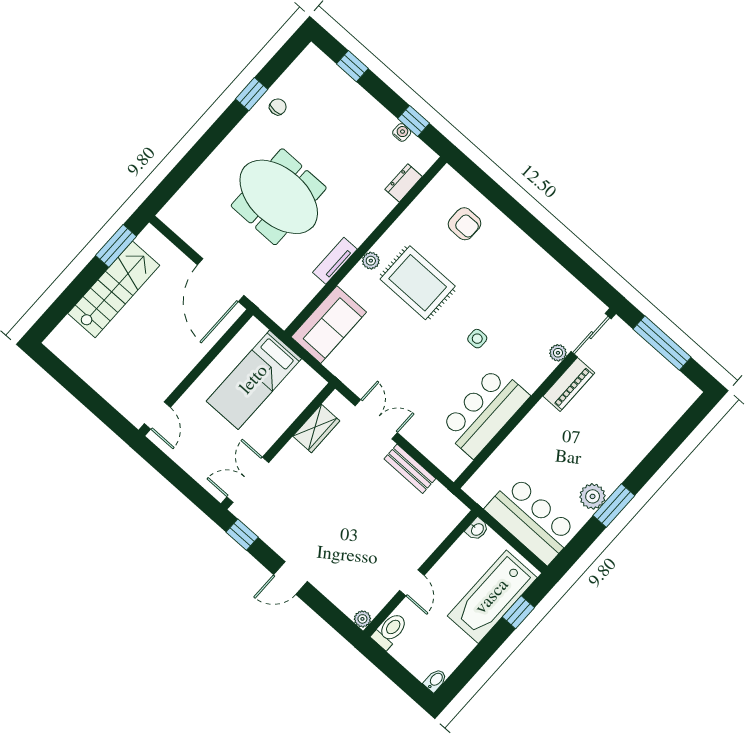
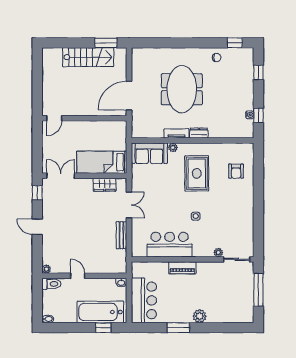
window: (252, 94) -> (235, 43), moved
dresser: (404, 183) -> (199, 133), moved
plant: (371, 261) -> (173, 147), moved
bed: (254, 380) -> (102, 162), moved
piano: (569, 384) -> (182, 268), moved
plant: (593, 496) -> (200, 316), moved
door: (412, 583) -> (78, 276), swing flipped

